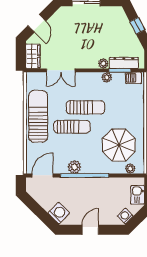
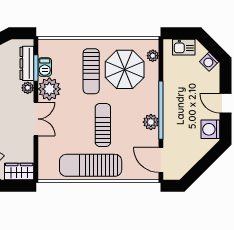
double door: (61, 70) -> (36, 119), moved
plant: (107, 77) -> (49, 89), width x1.87, depth x1.87
barbecue: (133, 78) -> (45, 67), moved
sun lounger: (85, 107) -> (91, 71), moved, turned 180
washing machine: (59, 213) -> (210, 129), moved, turned -45

